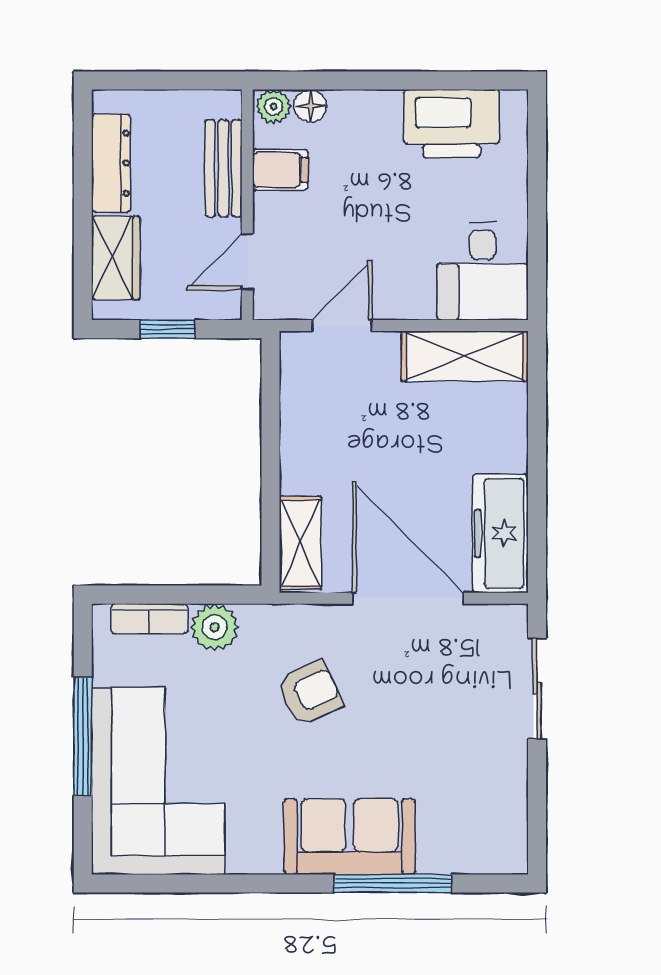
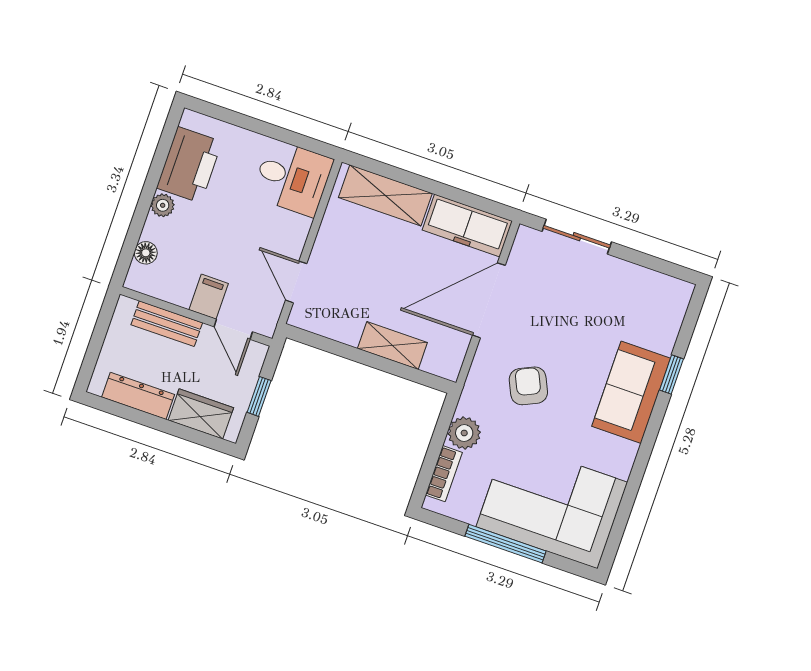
plant: (274, 106) -> (163, 205), moved
filing cabinet: (280, 170) -> (209, 297), moved
shelving: (465, 356) -> (385, 195), moved, turned 90
shelving: (300, 543) -> (392, 346), moved
window: (393, 883) -> (671, 375), width x0.46

